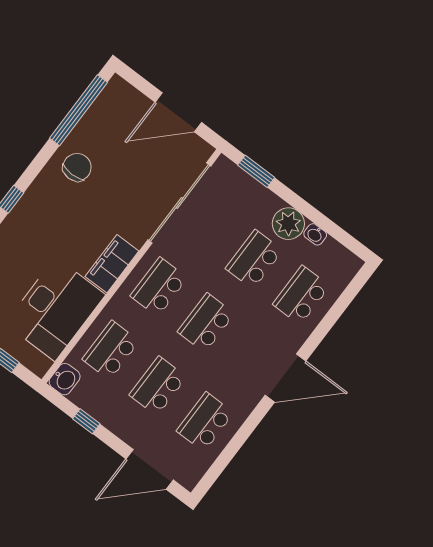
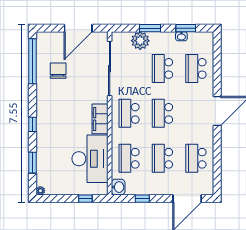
chair: (77, 167) -> (58, 71), moved
window: (256, 171) -> (150, 28), moved
plant: (288, 224) -> (140, 41), moved
window: (330, 227) -> (186, 28), added

